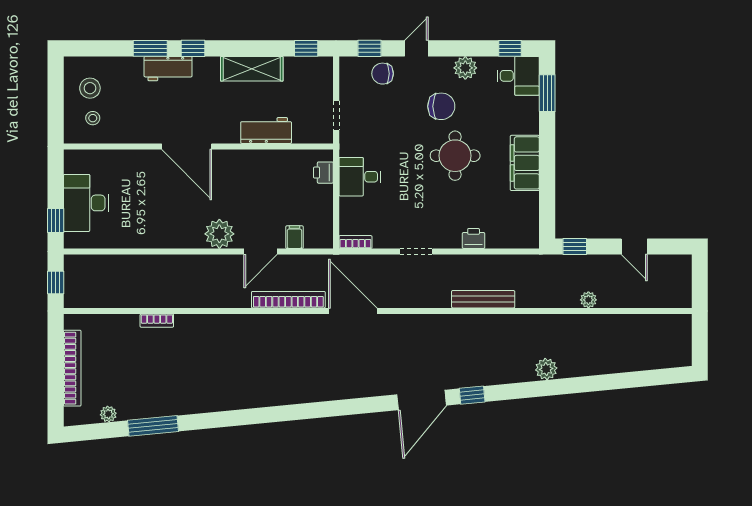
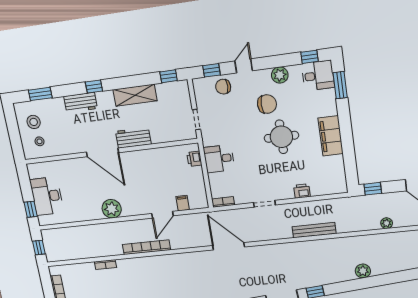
window: (150, 48) -> (40, 94), moved
workbench: (266, 130) -> (133, 138), moved
plant: (219, 234) -> (112, 209), moved
bookcase: (288, 300) -> (146, 247), moved

